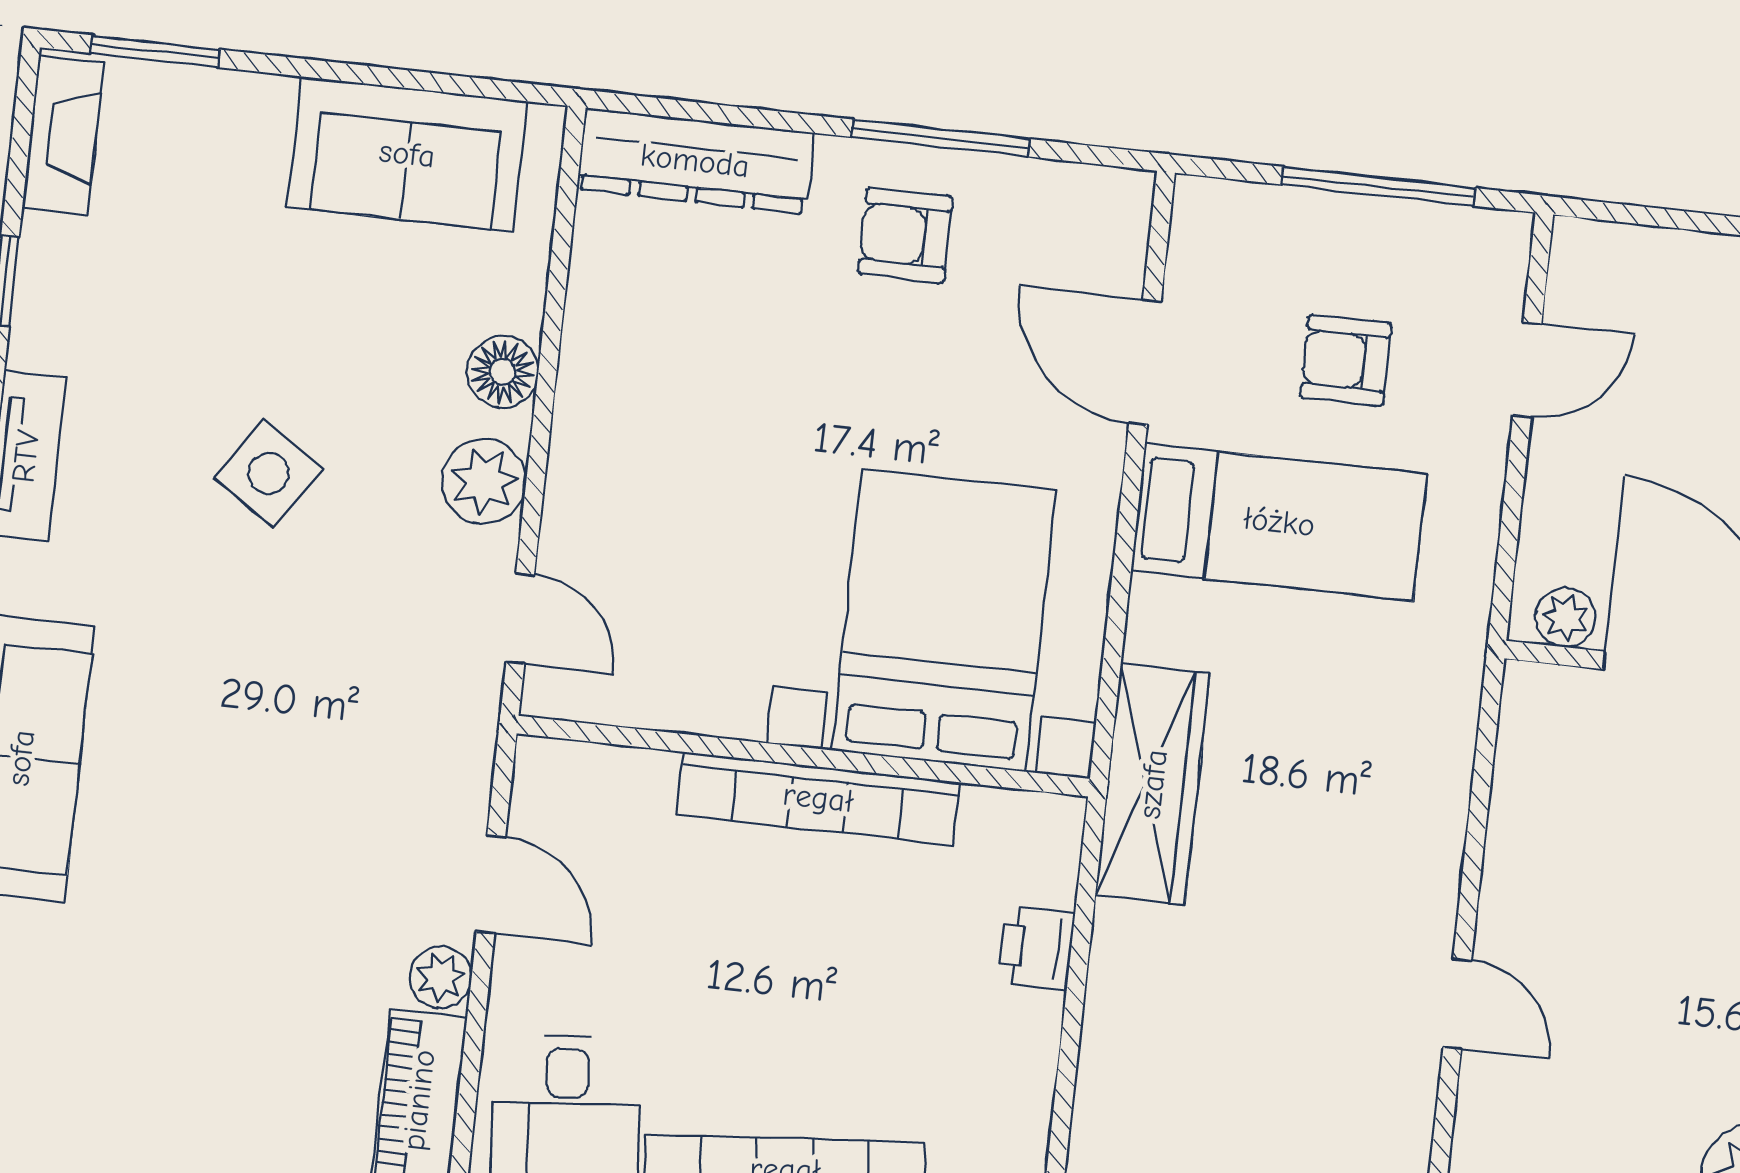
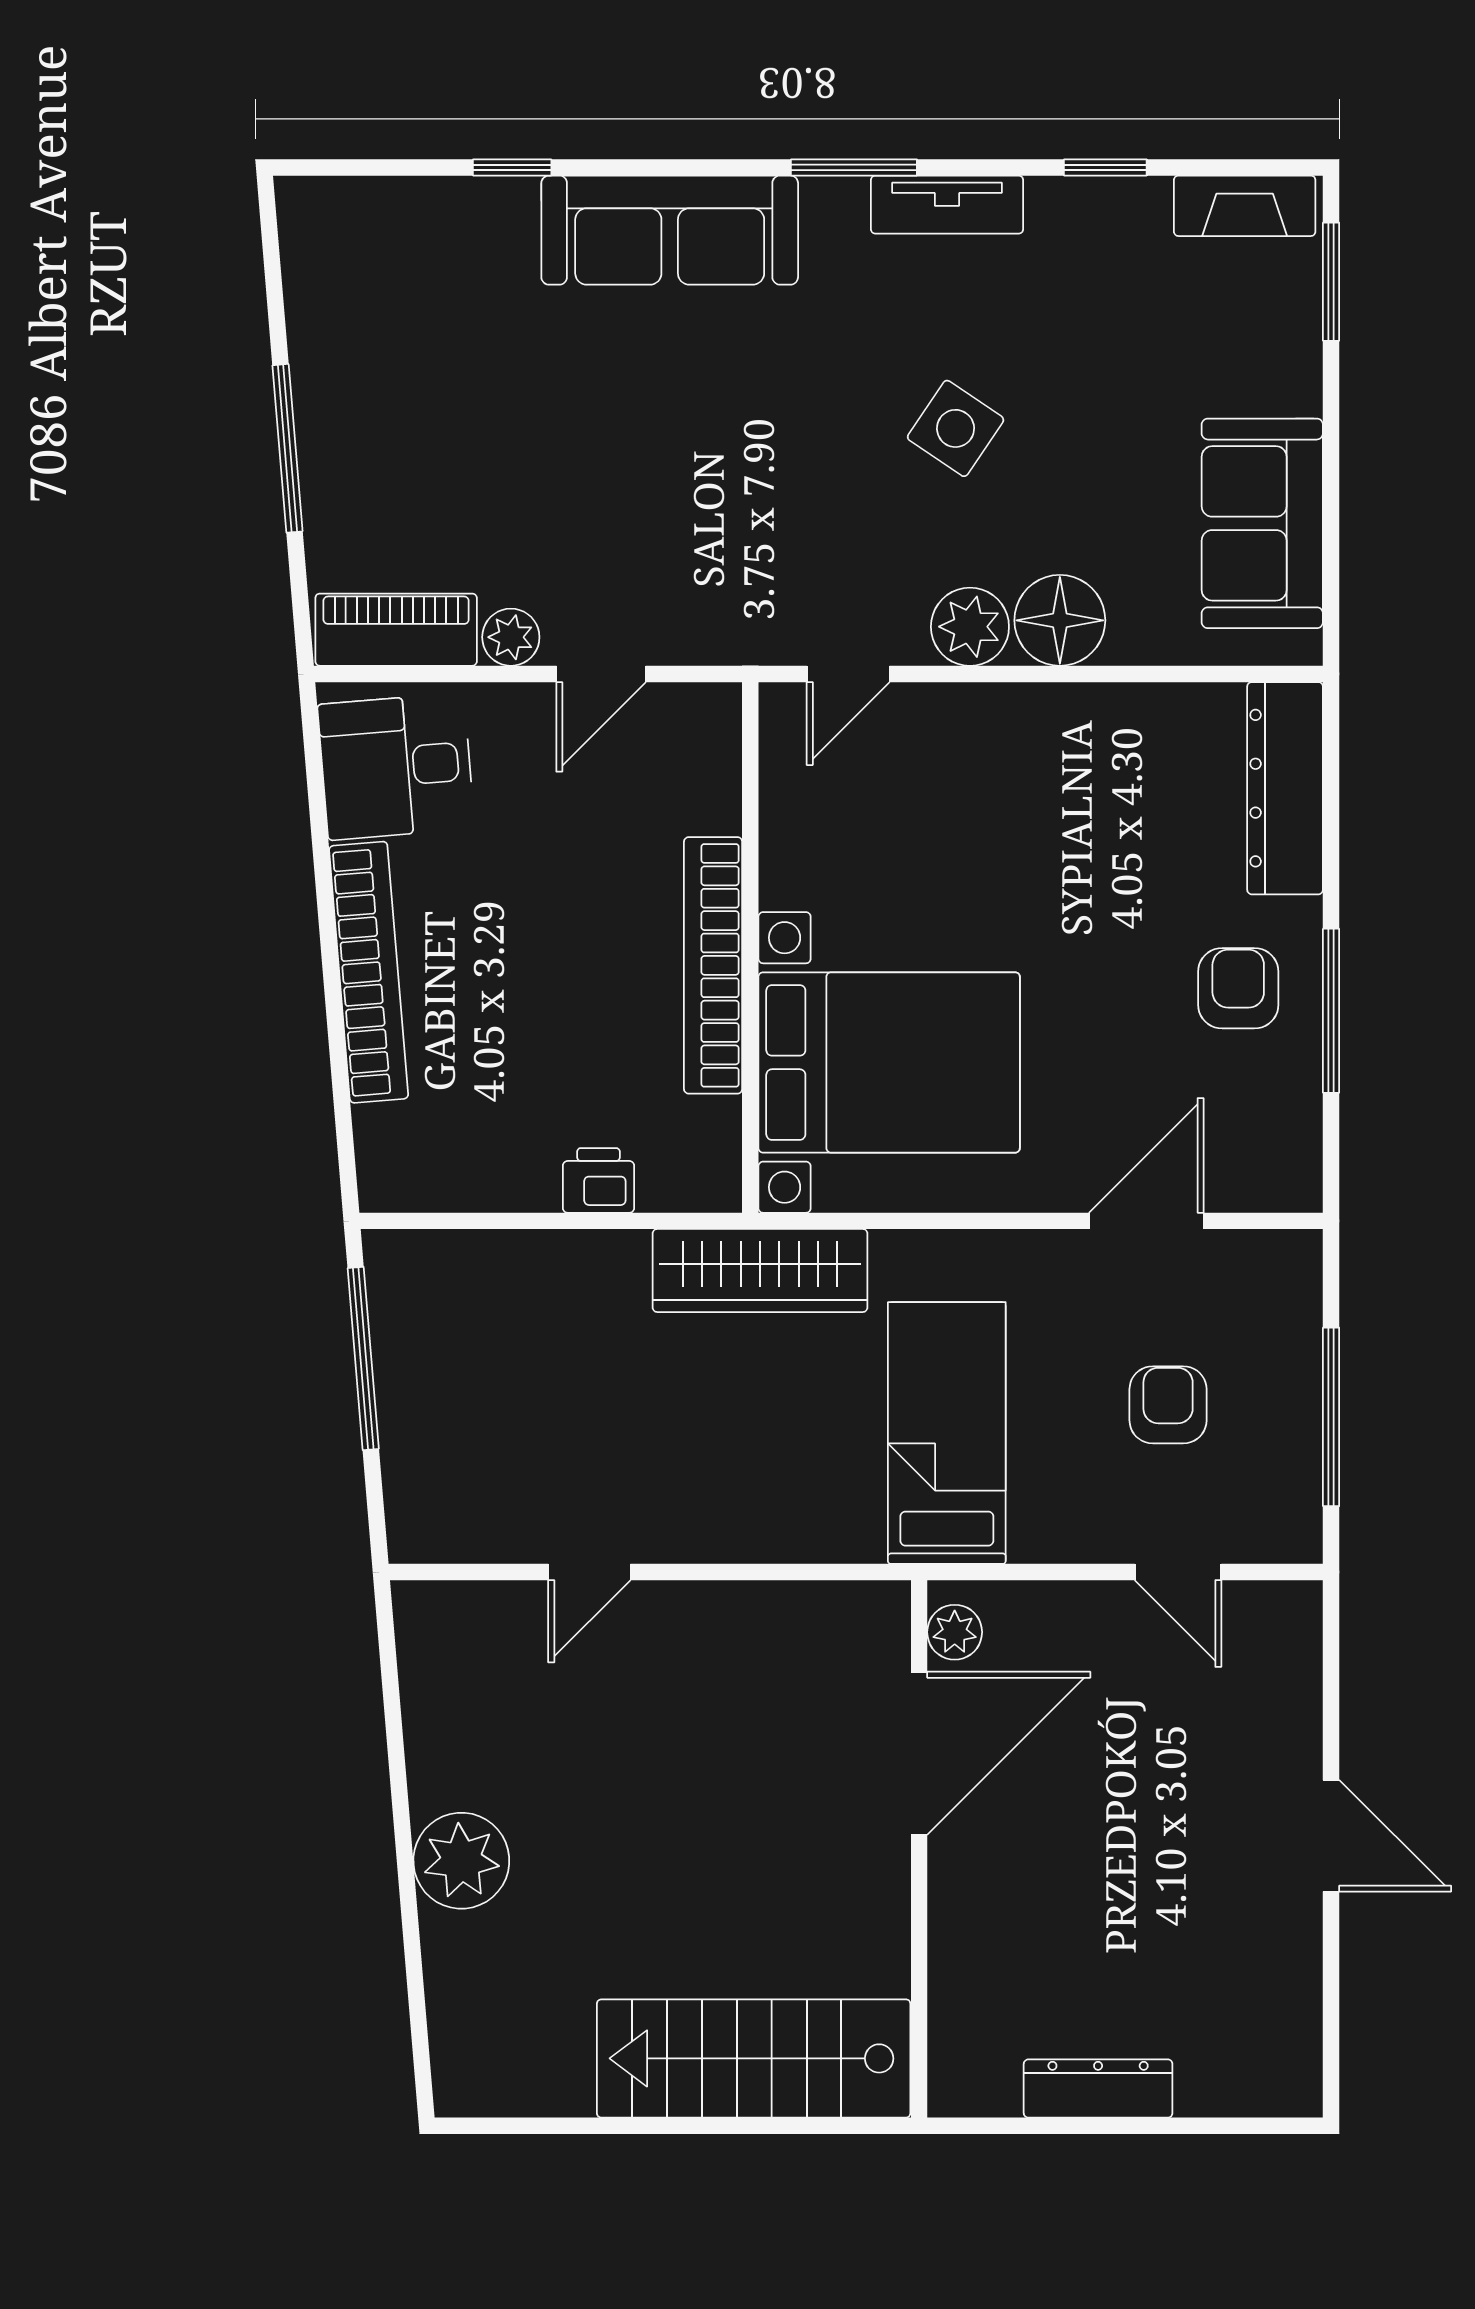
floor lamp: (503, 372) -> (1060, 620), width x1.38, depth x1.38
bed: (1279, 522) -> (947, 1433), moved, turned 180

